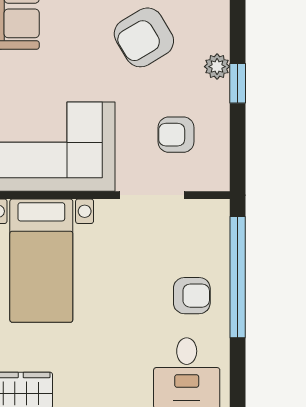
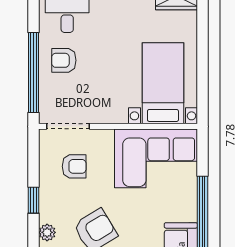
plant: (217, 67) -> (47, 232), moved
doorway: (152, 195) -> (68, 126), moved

